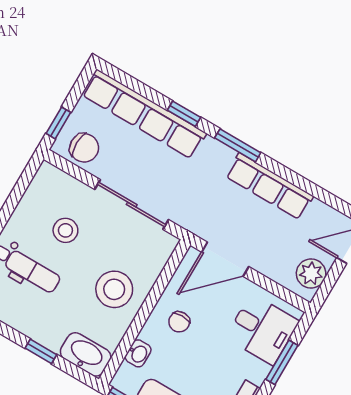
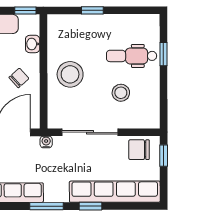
water cooler: (192, 224) -> (46, 142), added
chair: (179, 322) -> (19, 78), turned 48
washbasin: (86, 354) -> (64, 25), removed

